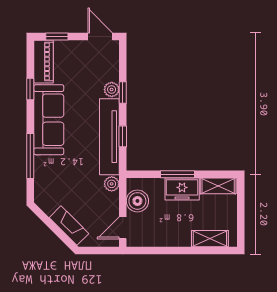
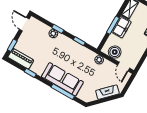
door: (100, 36) -> (24, 24), hinge flipped
sofa: (49, 120) -> (62, 79), moved
tv unit: (109, 137) -> (76, 48), removed

